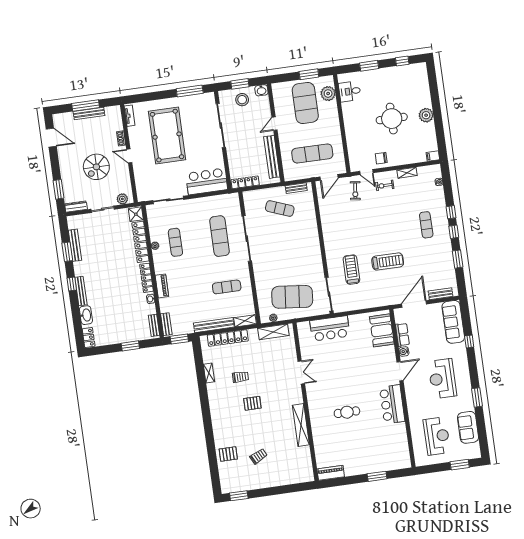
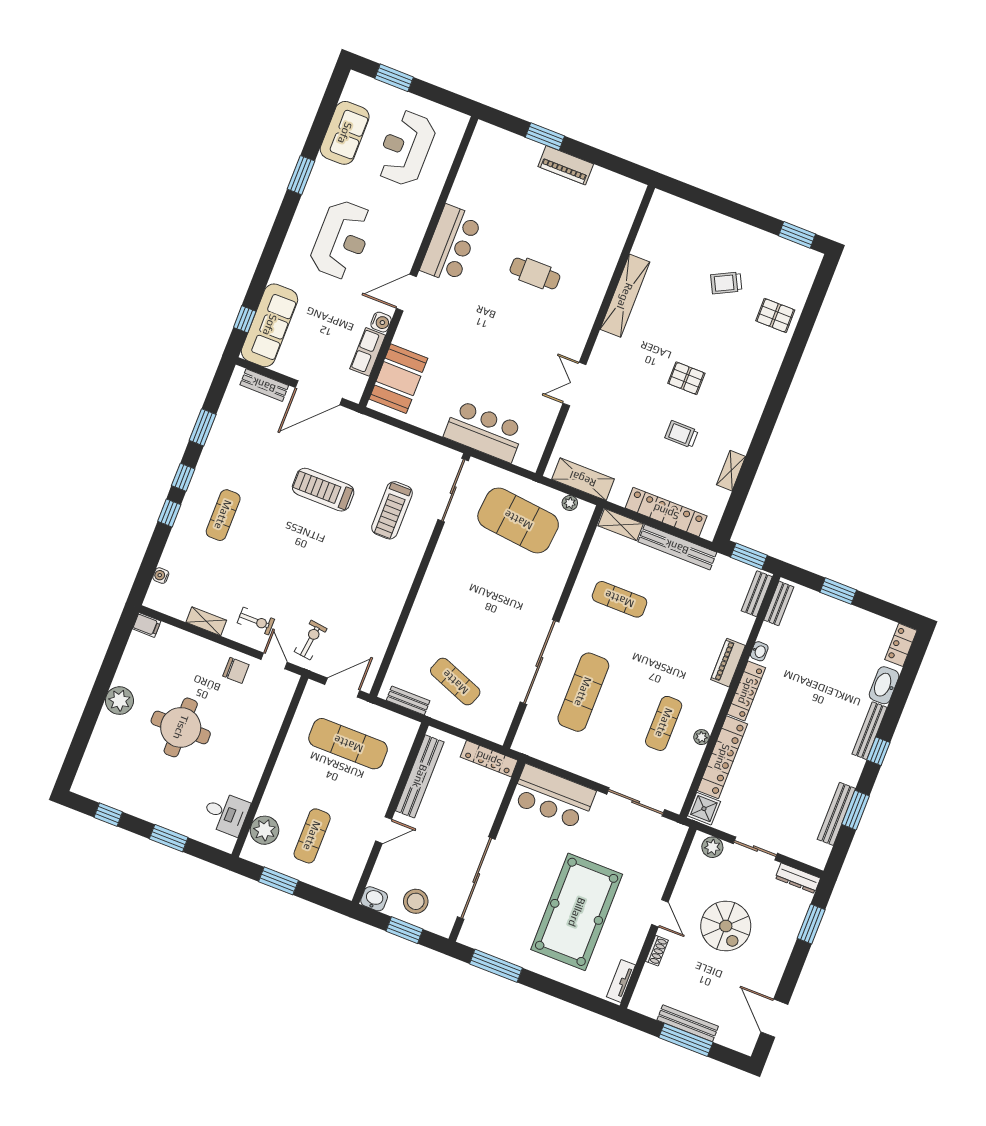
exercise mat: (305, 103) -> (312, 836), width x0.50, depth x0.69
spiral stairs: (96, 167) -> (726, 926), turned 90
window: (469, 341) -> (245, 319), moved
piano: (331, 473) -> (566, 165), moved

